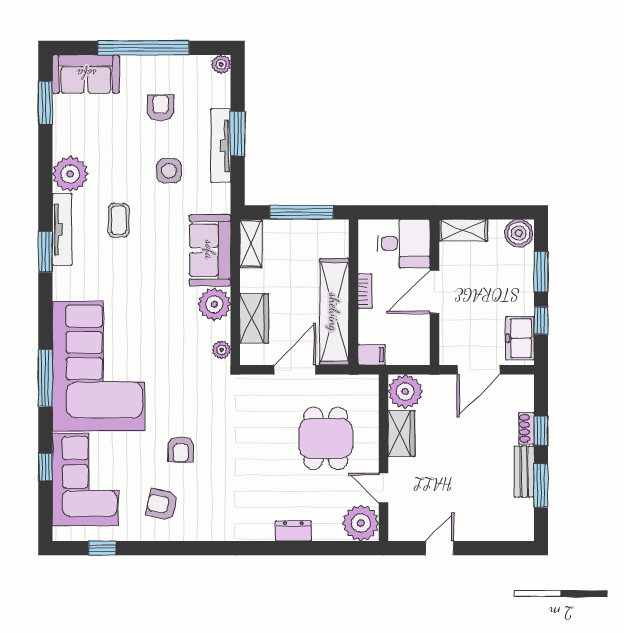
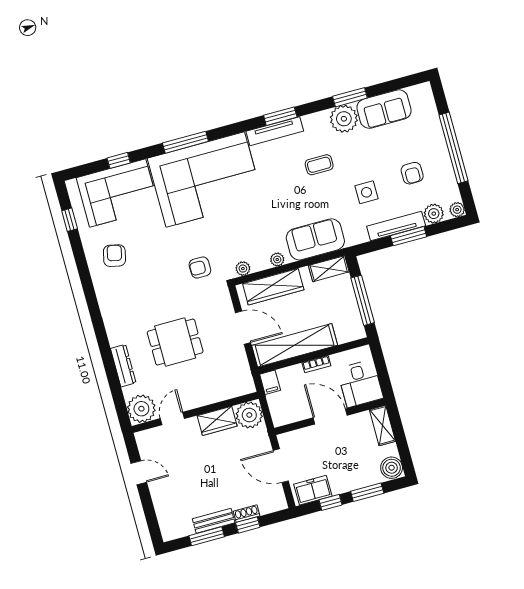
sofa: (86, 74) -> (384, 109), moved, turned -90
plant: (218, 95) -> (434, 214), added
window: (45, 103) -> (350, 97), moved
armchair: (161, 108) -> (412, 173), turned 90
tv unit: (62, 229) -> (275, 131), moved
plant: (214, 304) -> (277, 259), width x0.53, depth x0.53
wardrobe: (254, 318) -> (273, 287), width x1.50
dining table: (326, 438) -> (175, 342), moved
armchair: (181, 449) -> (200, 268), moved
dresser: (293, 531) -> (123, 366), width x1.44

